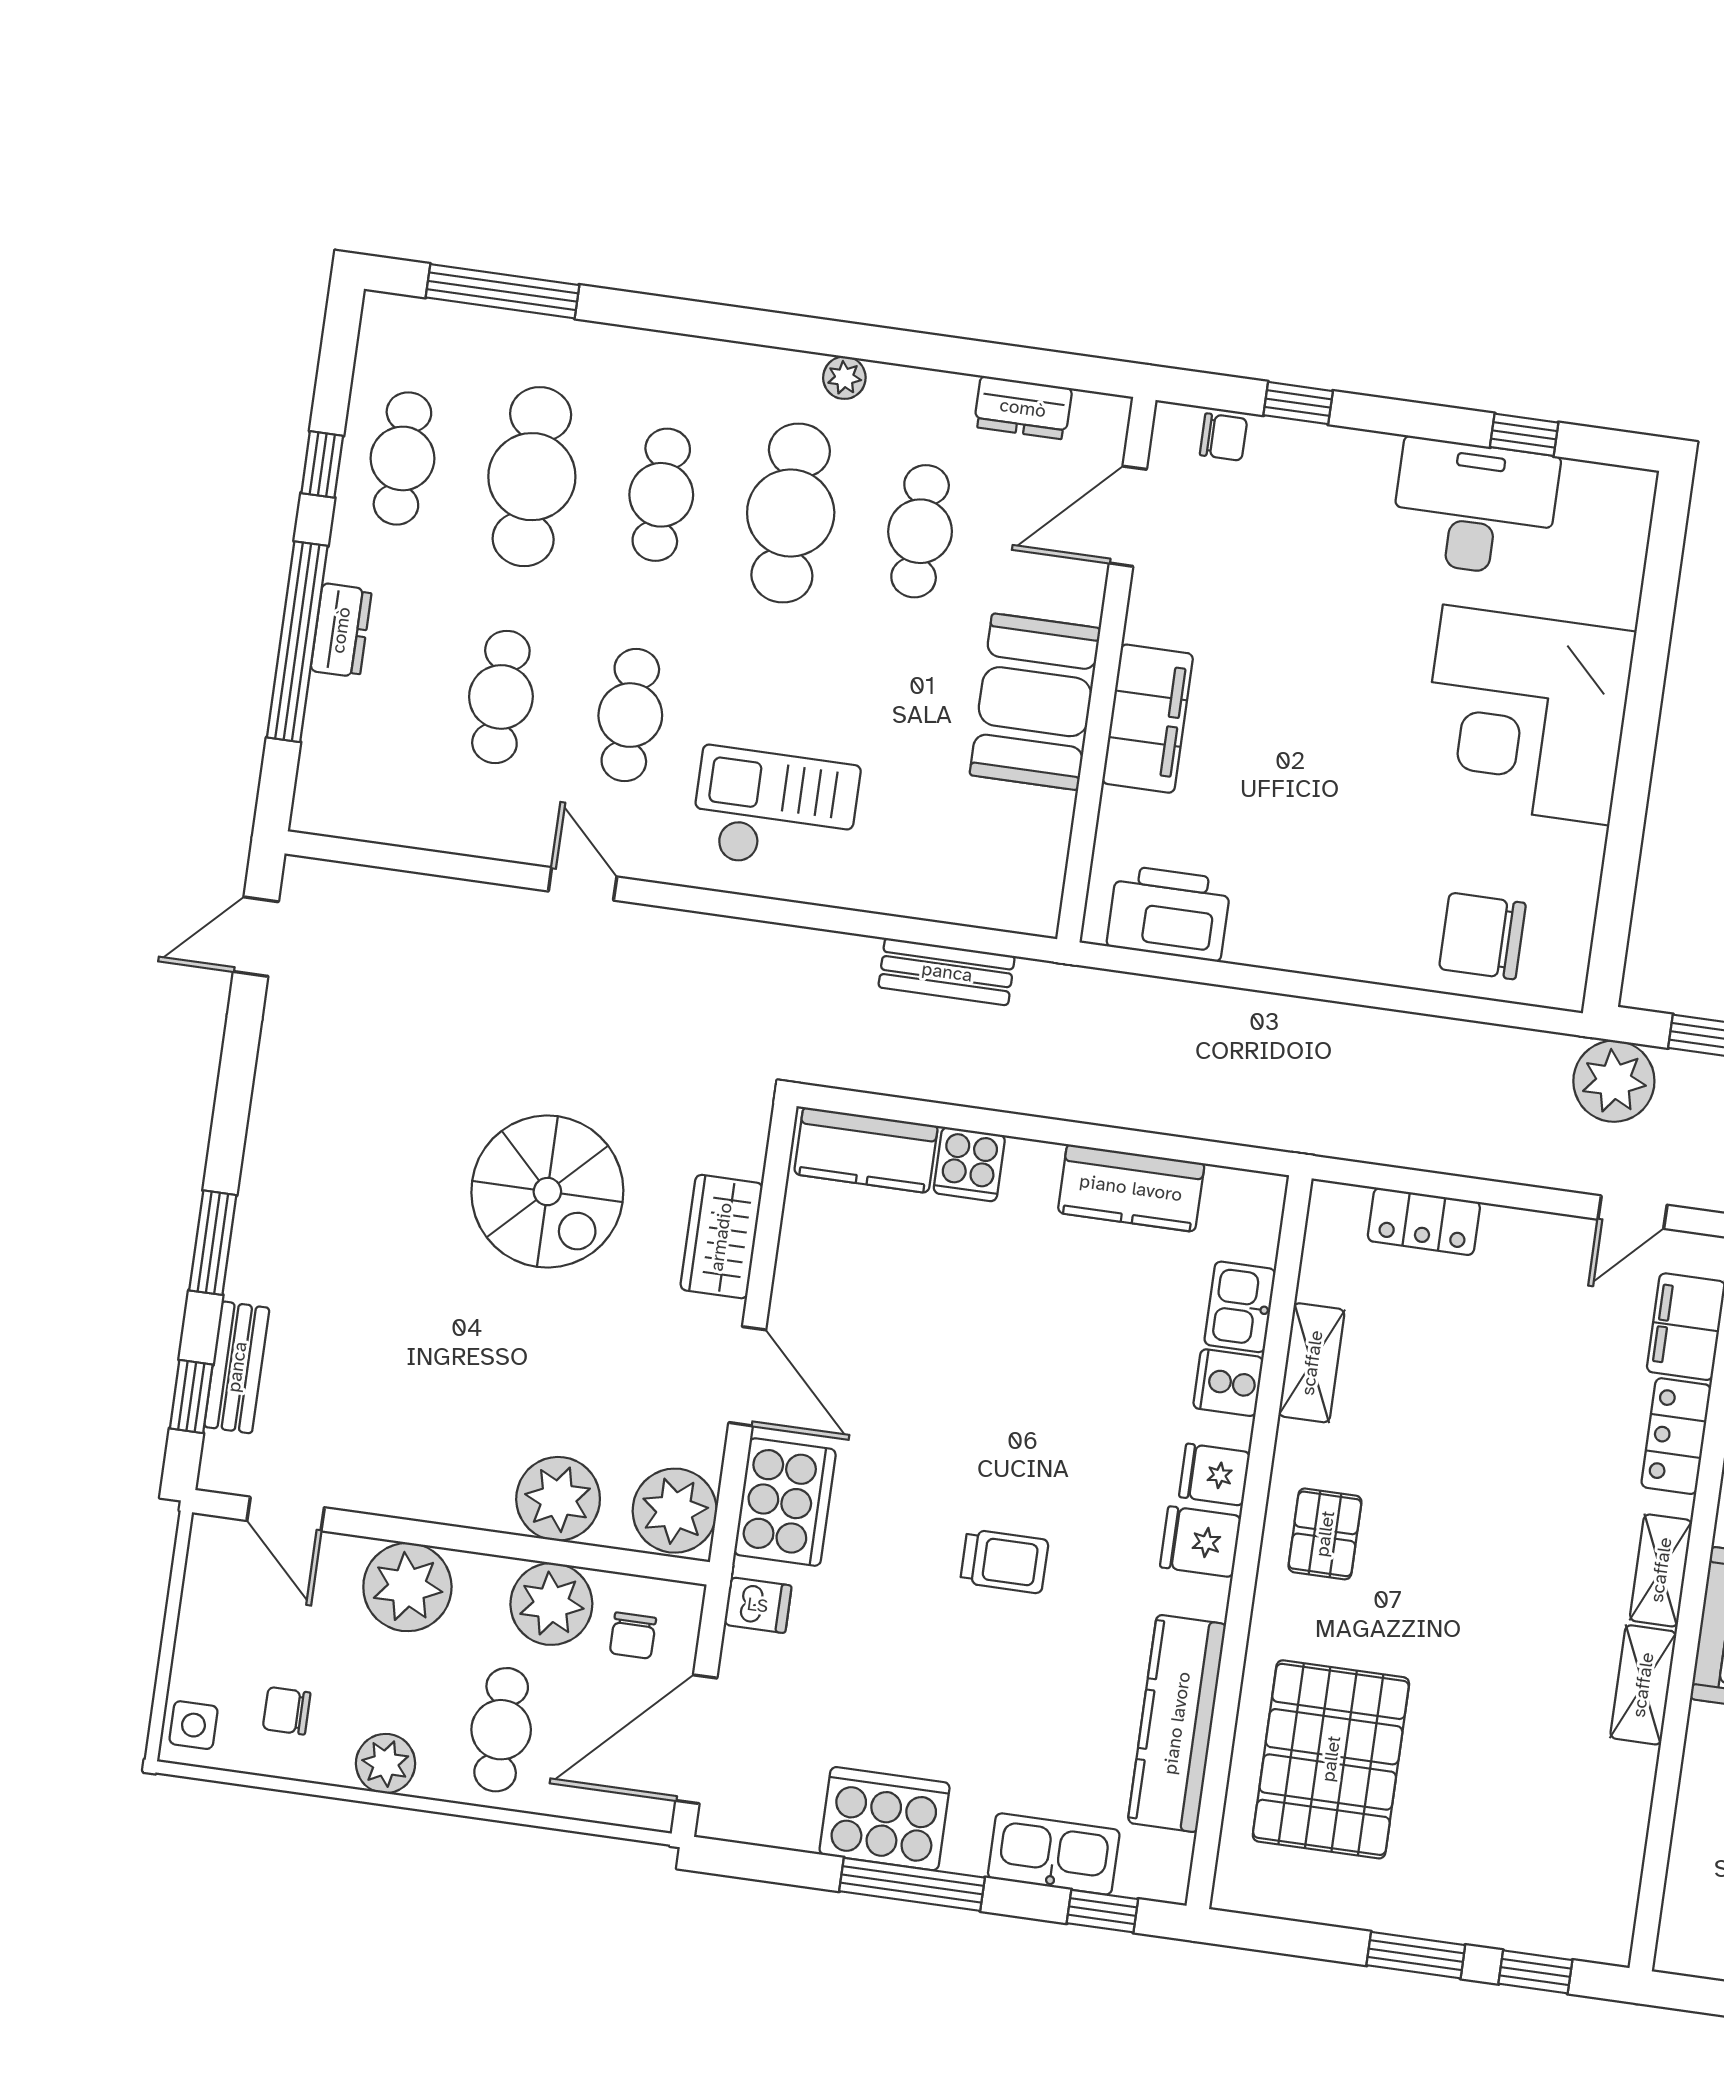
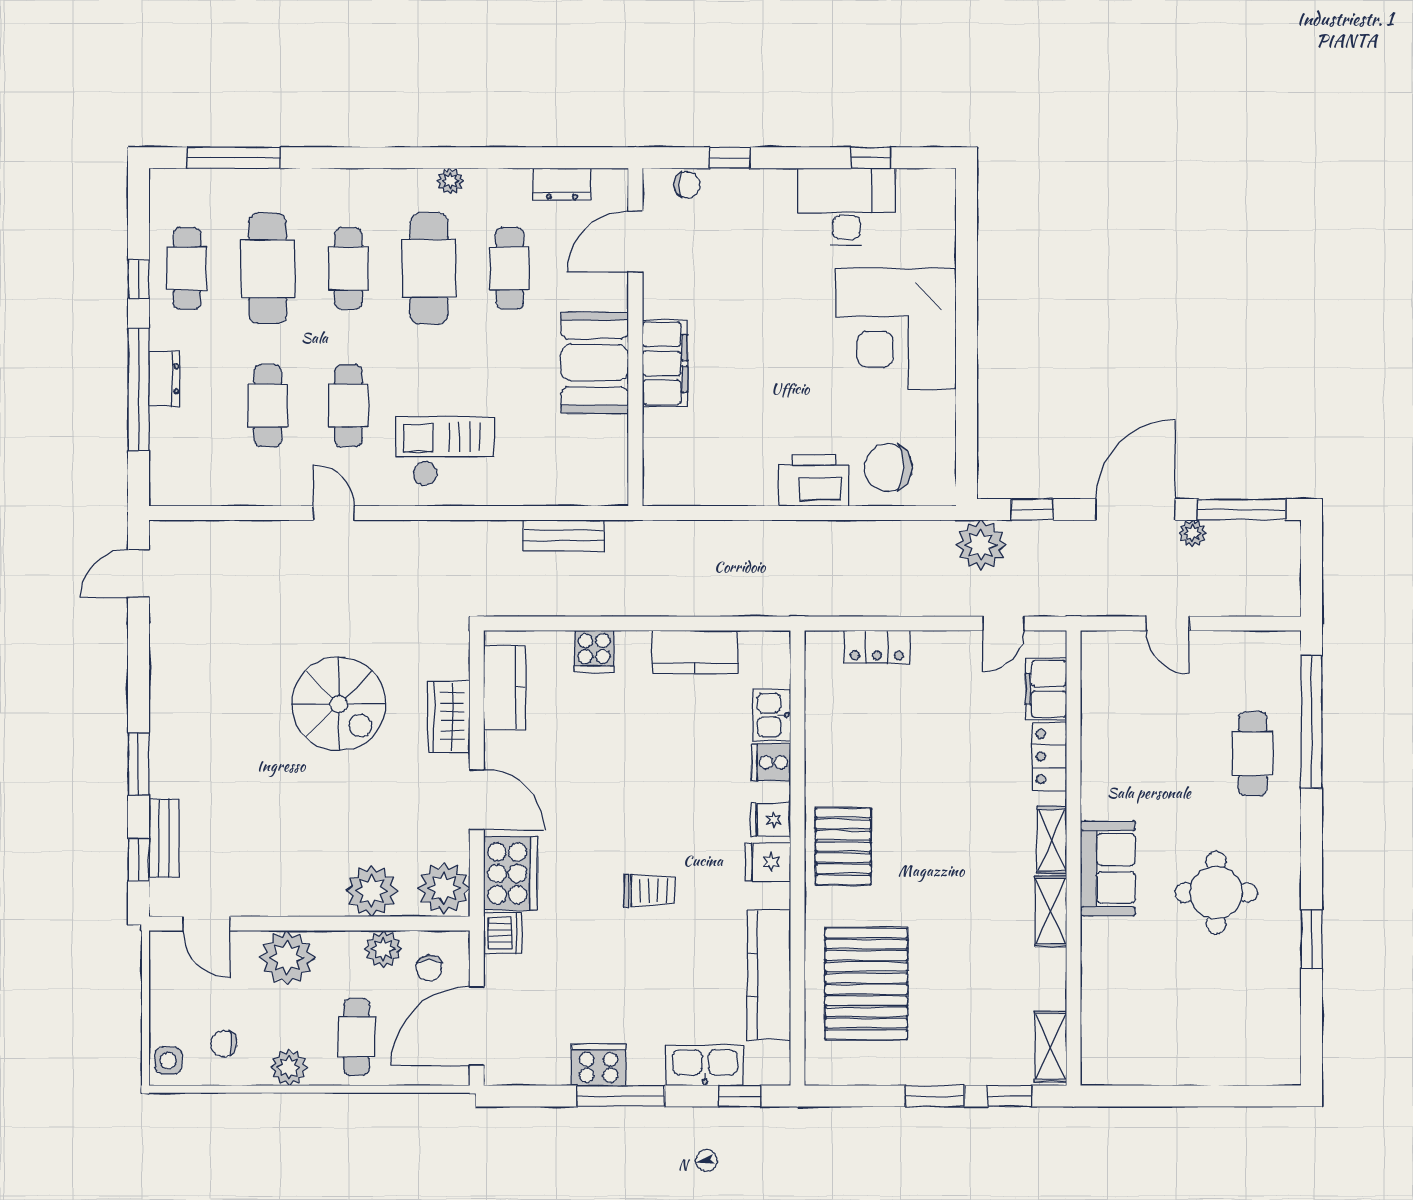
printer: (1169, 913) -> (814, 481), moved
kitchen counter: (866, 1150) -> (505, 687), moved, turned -90
shelving: (1312, 1363) -> (1051, 1047), moved
pallet: (1325, 1534) -> (843, 846), width x1.50, depth x1.42
plant: (551, 1604) -> (383, 949), width x0.73, depth x0.73
dishwasher: (758, 1605) -> (503, 933), width x1.38
cooker: (885, 1819) -> (599, 1065), width x0.73, depth x0.76

